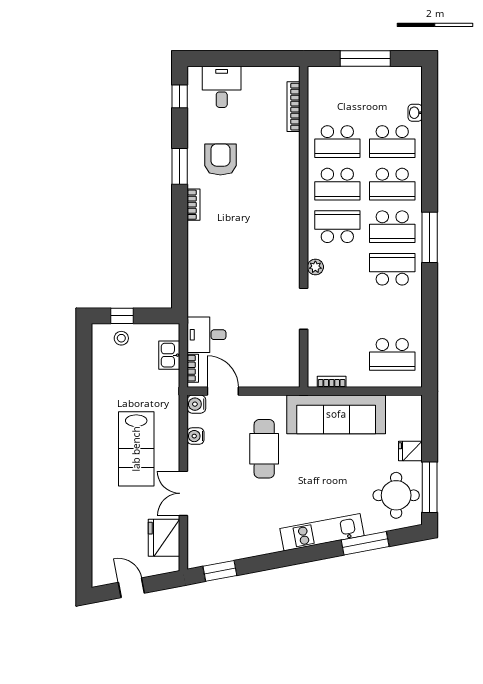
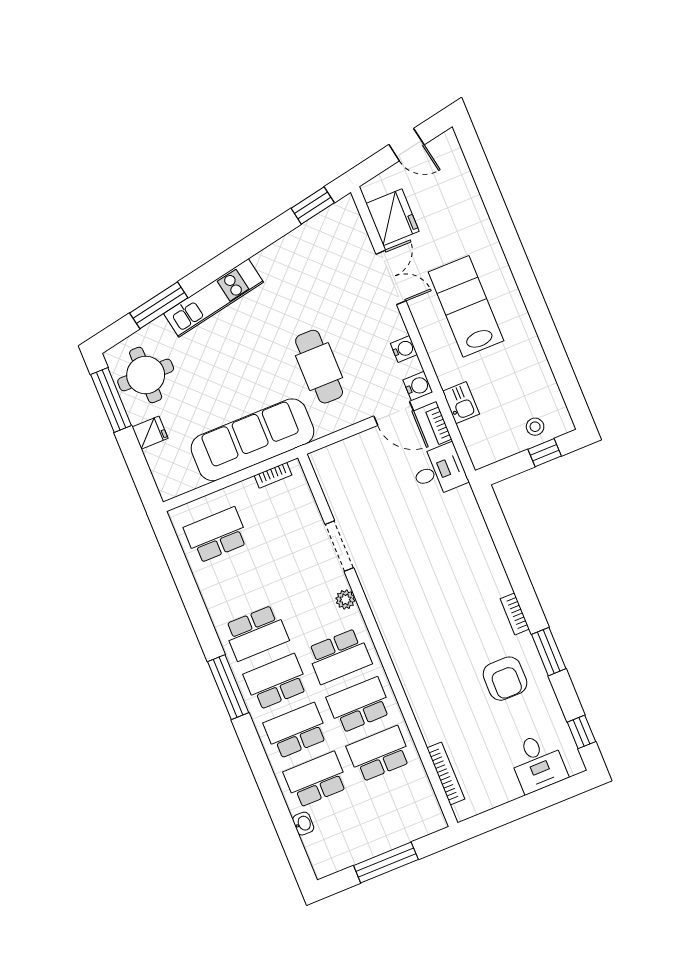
kitchen sink: (169, 355) -> (461, 403), moved

